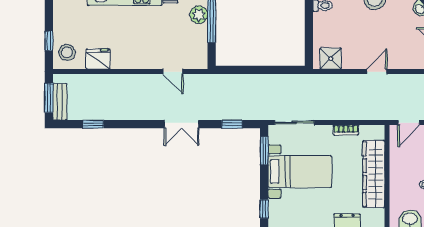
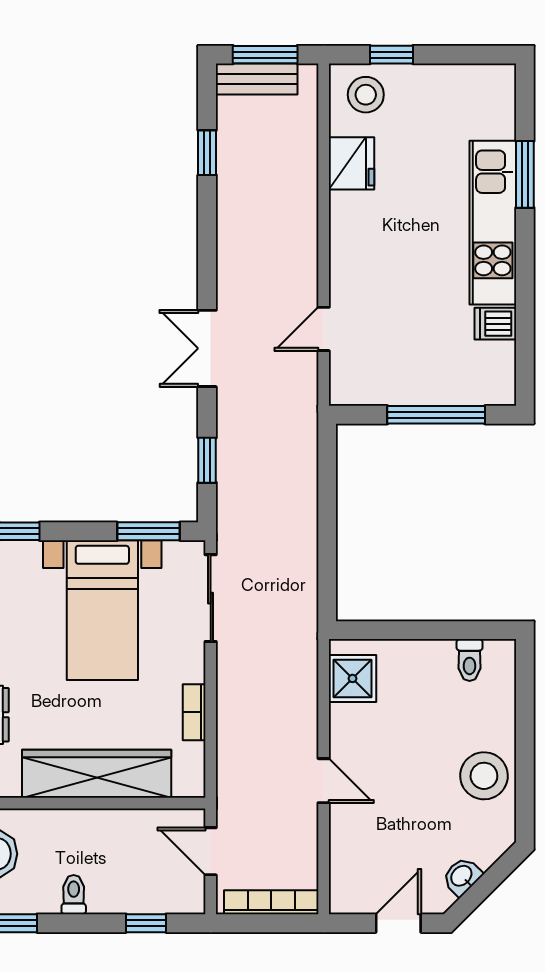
plant: (199, 15) -> (449, 386), removed

